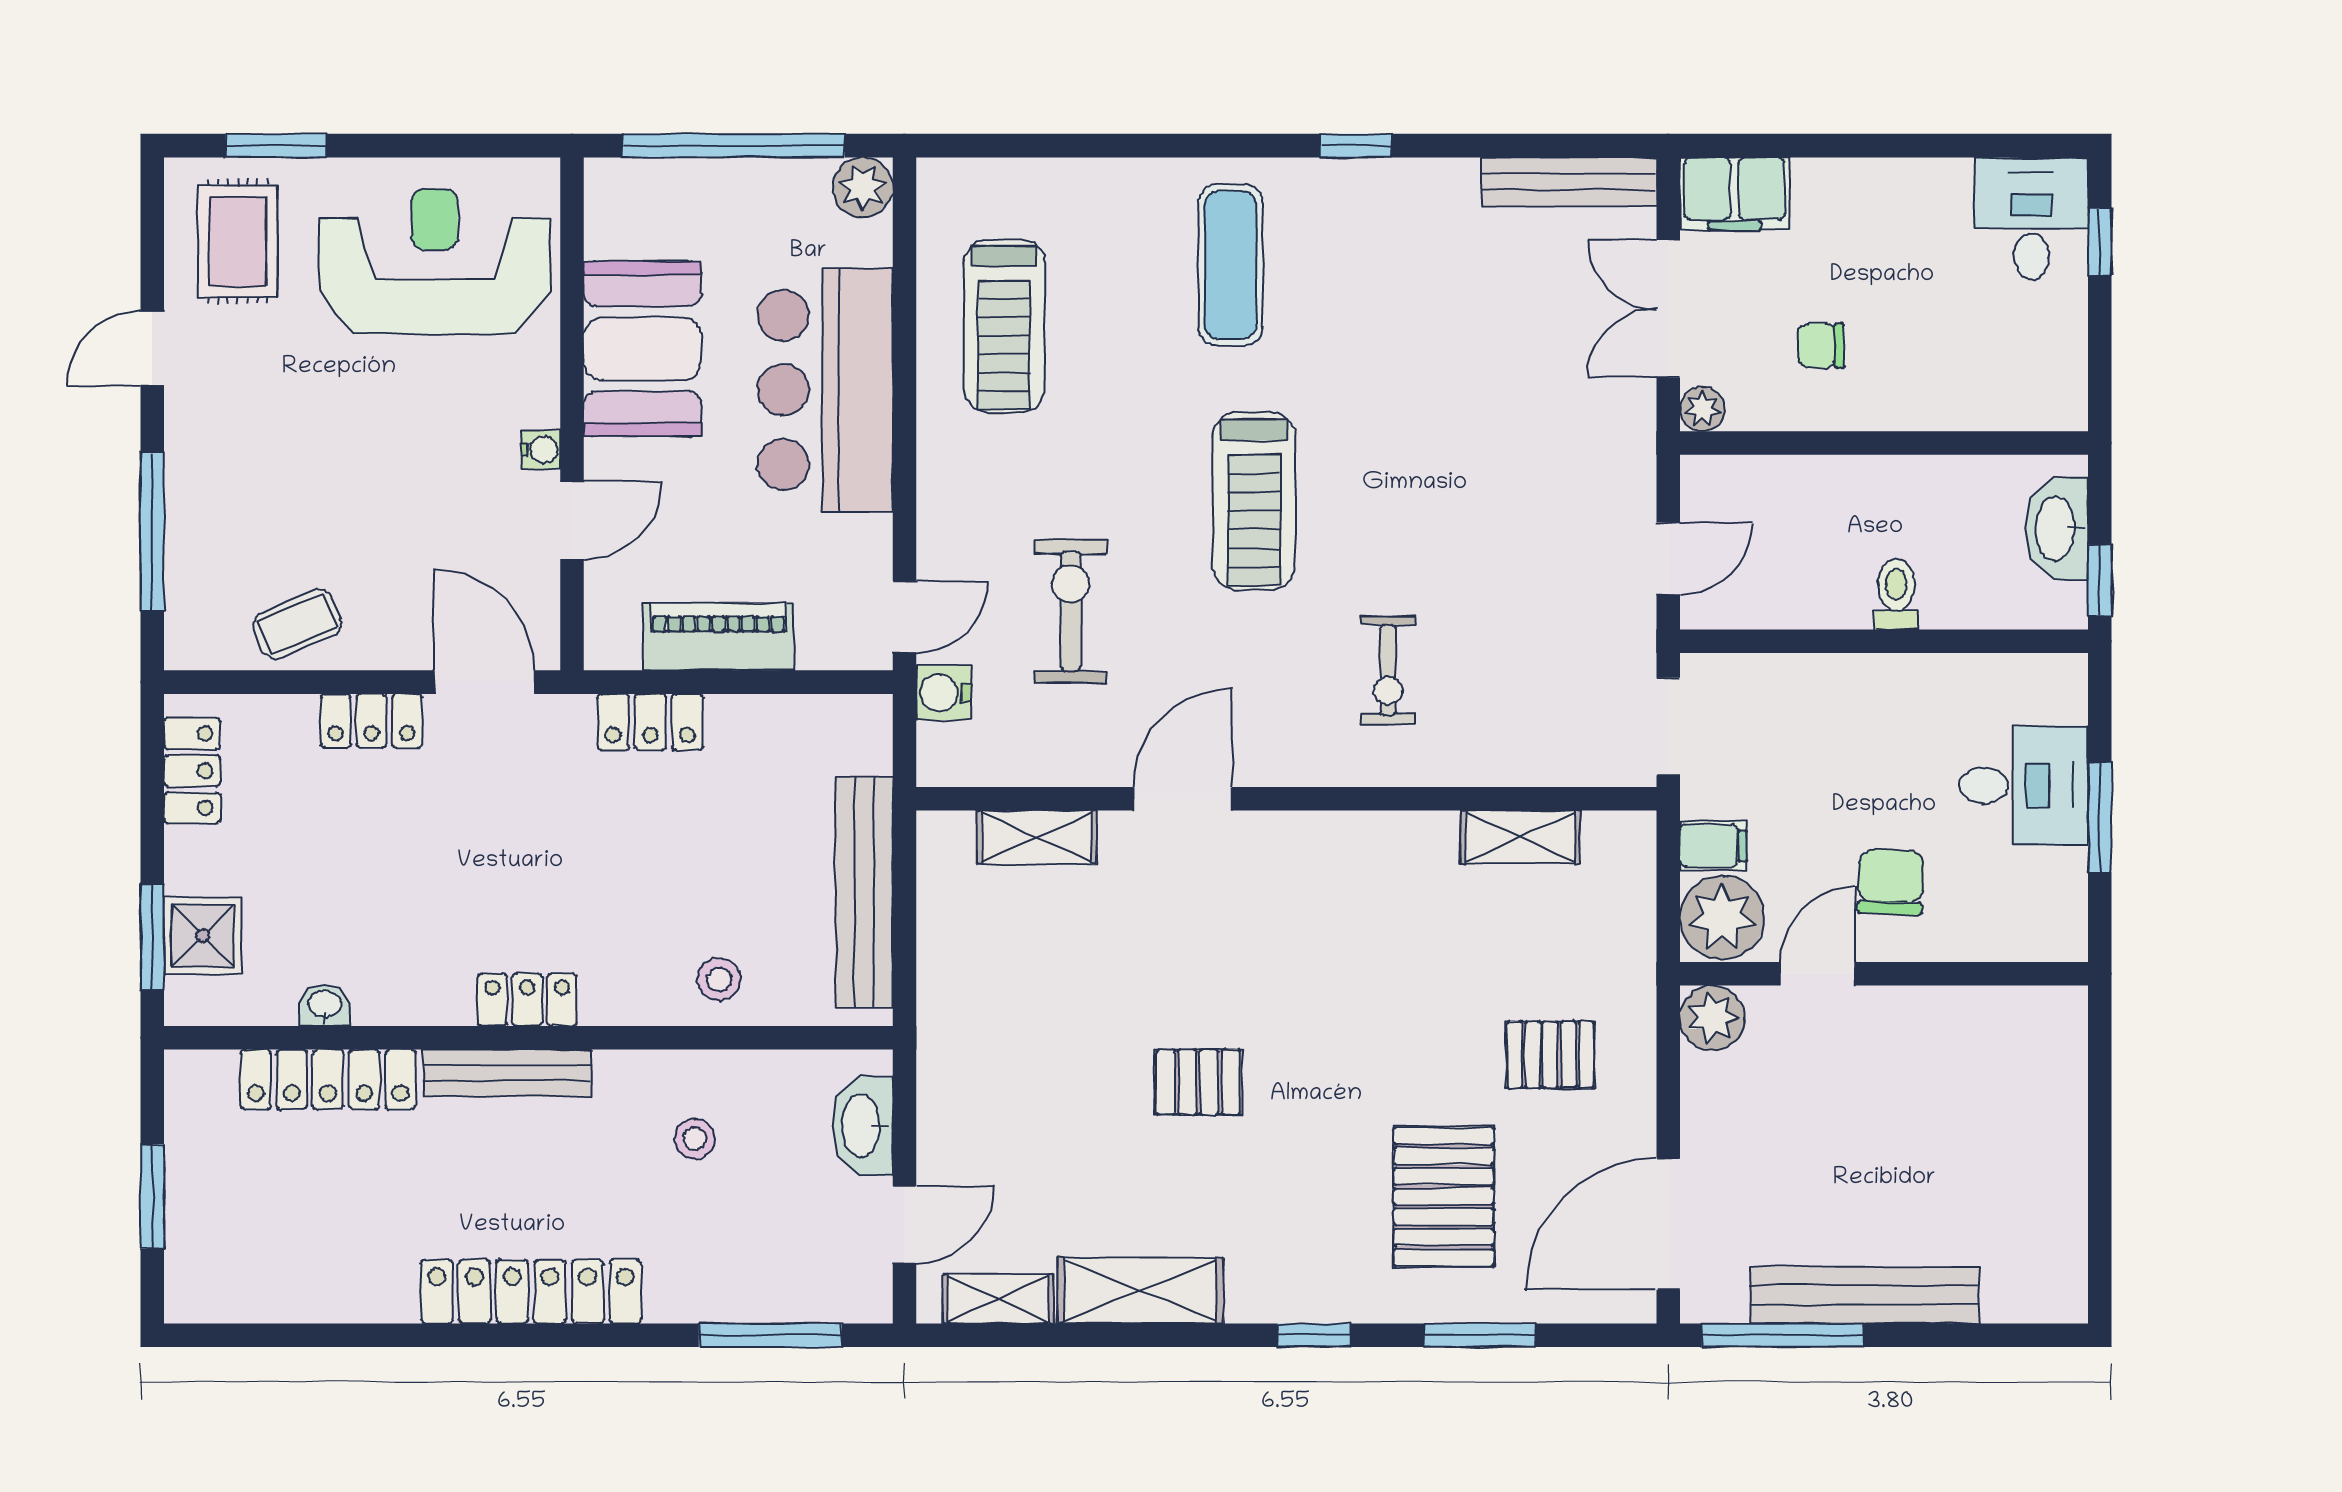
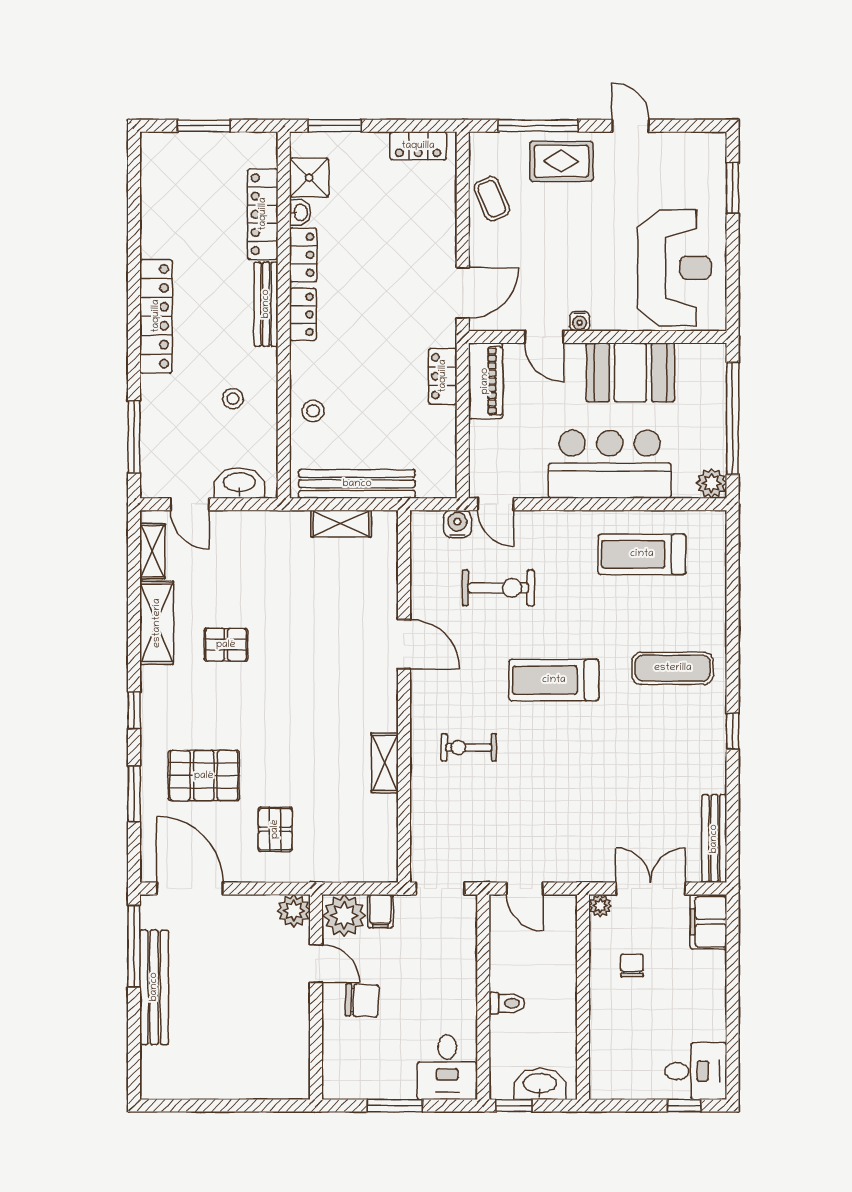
rug: (238, 241) -> (561, 161), moved
piano: (718, 637) -> (485, 381), moved
locker: (371, 721) -> (303, 255), moved, turned 180
desk: (2024, 785) -> (447, 1067), moved
shelving: (1036, 837) -> (341, 524), moved, turned 90
shelving: (1520, 837) -> (385, 763), moved
shower: (203, 936) -> (309, 178), moved
pallet: (1198, 1082) -> (226, 645), moved, turned 90

